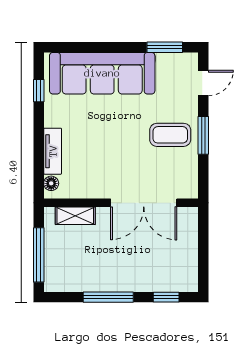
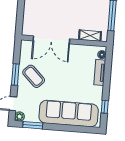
plant: (190, 61) -> (20, 117), added
coffee table: (170, 135) -> (34, 76), turned 44
double door: (144, 203) -> (51, 40), swing flipped

